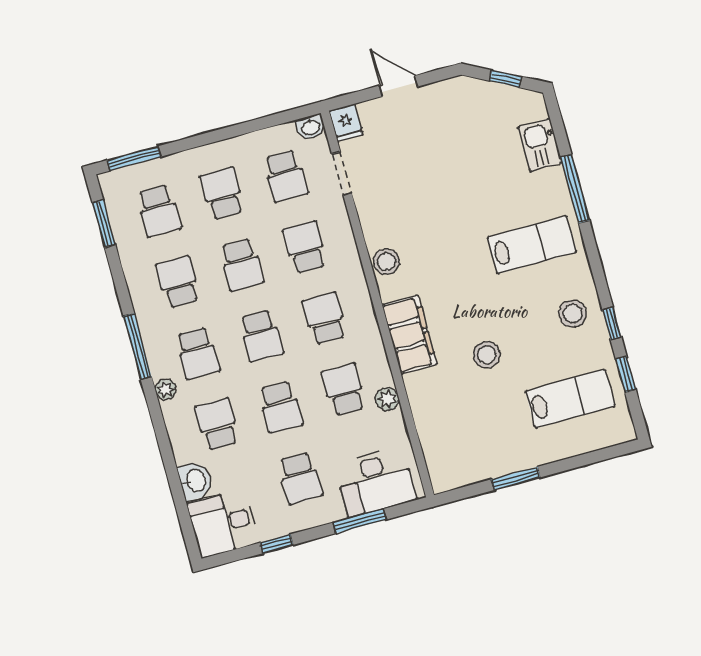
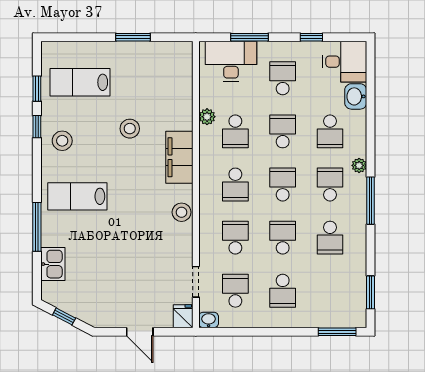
school desk: (159, 211) -> (330, 291), removed
school desk: (305, 247) -> (235, 238), turned 180

